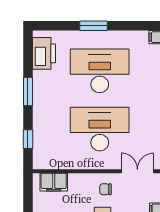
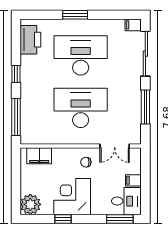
window: (28, 92) -> (16, 74), width x0.67
window: (28, 139) -> (16, 117), width x2.17
double door: (137, 171) -> (115, 146), swing flipped

